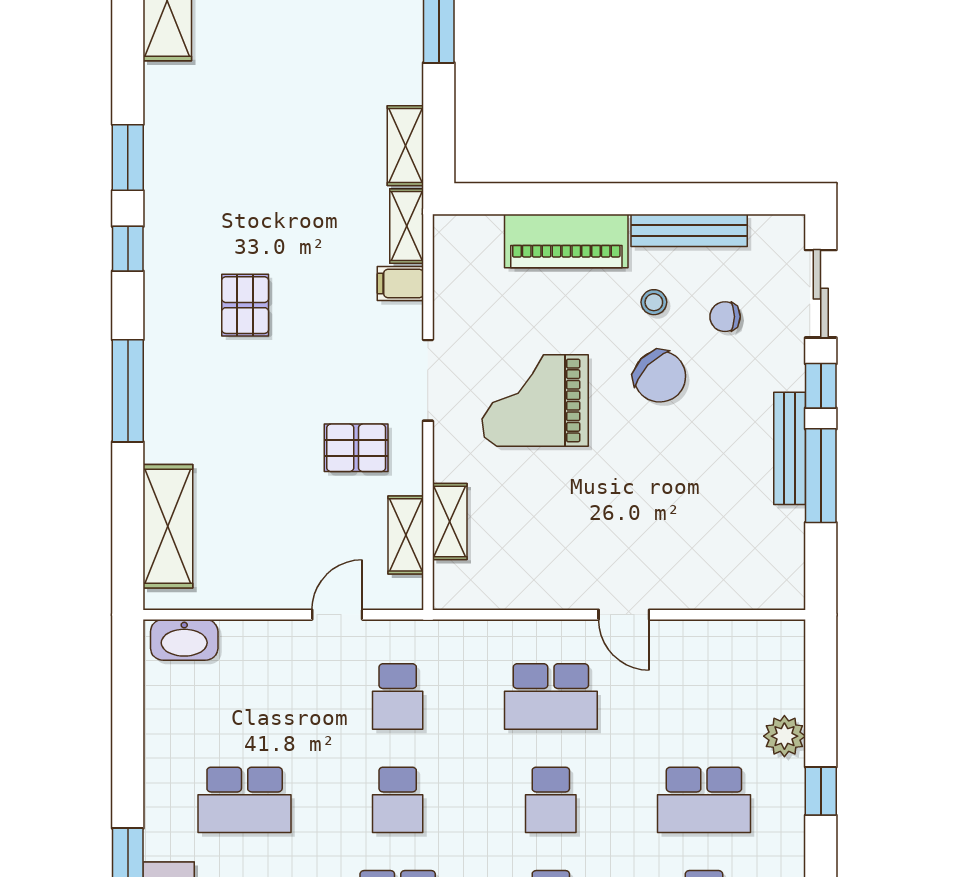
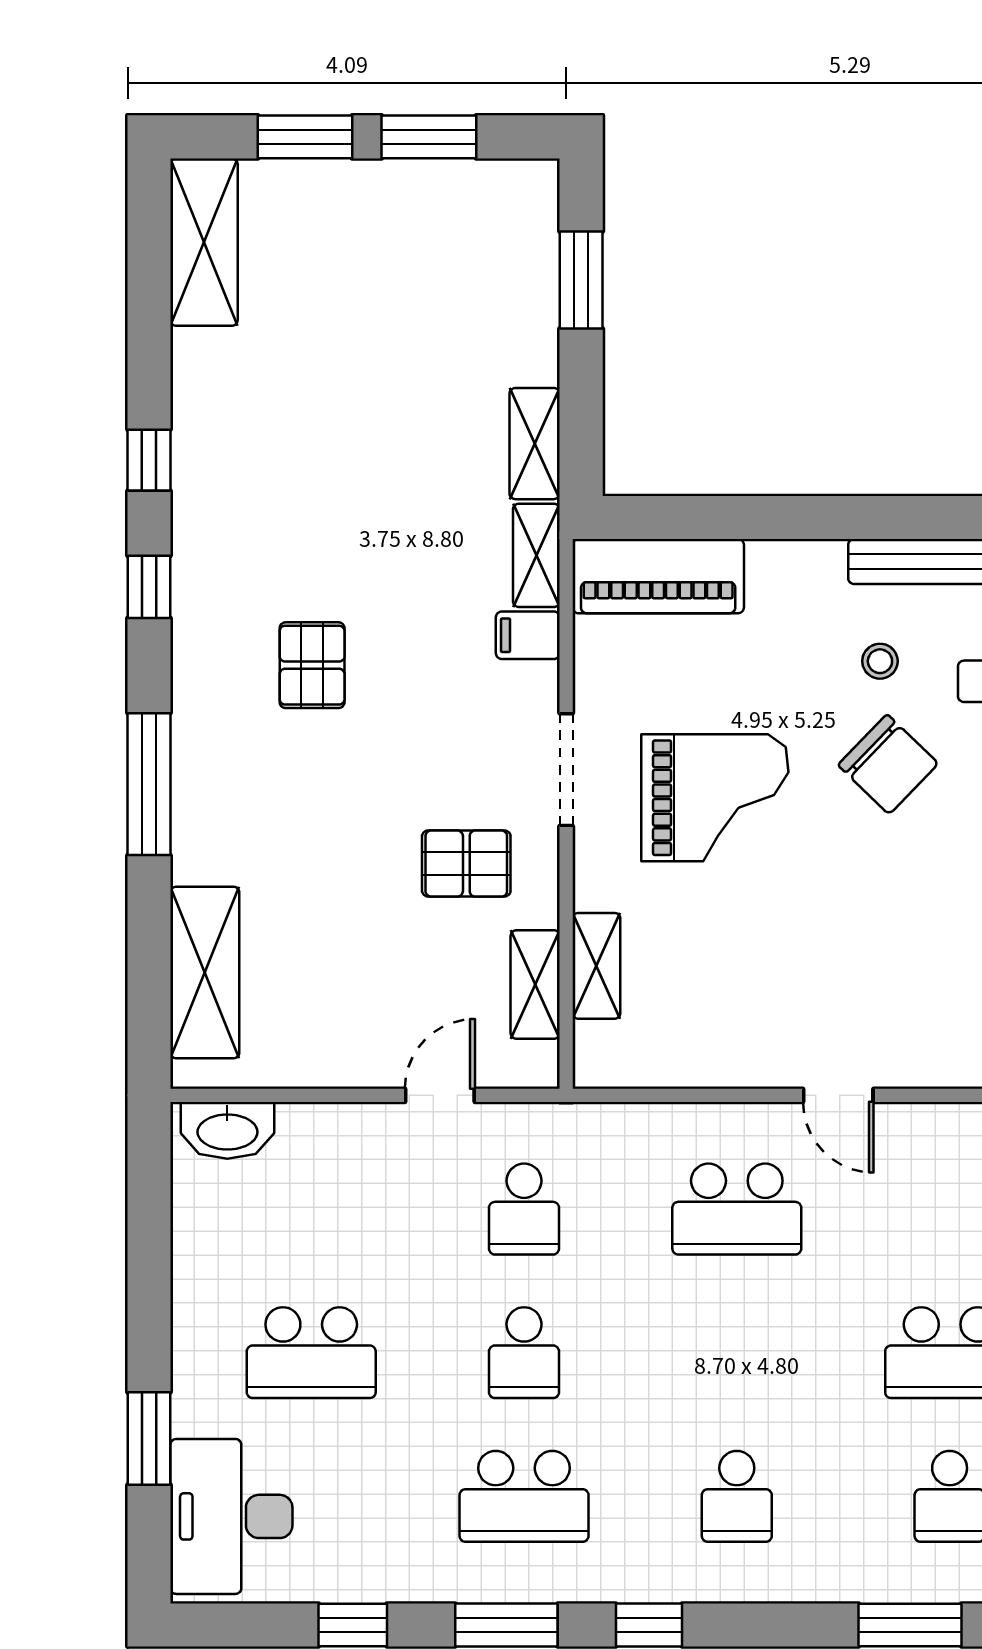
window: (128, 158) -> (149, 460), width x0.67
piano: (566, 241) -> (658, 576), moved
grand piano: (535, 400) -> (715, 798), turned 180
school desk: (551, 800) -> (737, 1353), removed

